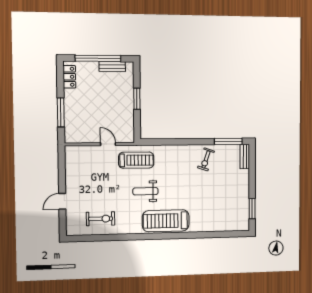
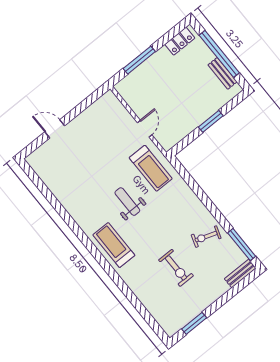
exercise bike: (101, 219) -> (176, 268), moved
treadmill: (166, 221) -> (114, 245), width x0.73, depth x0.73

